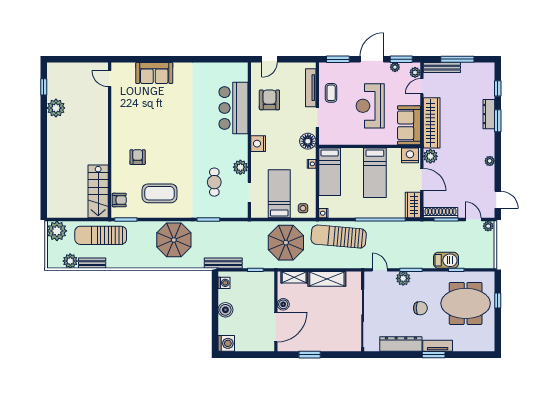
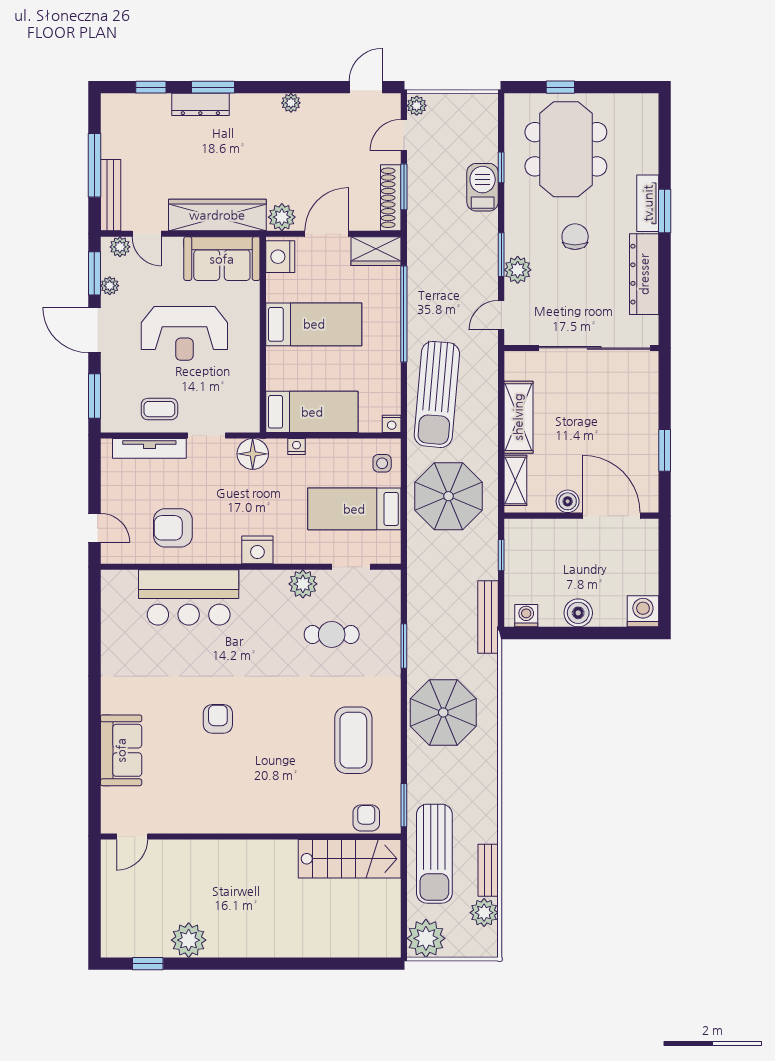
armchair: (138, 157) -> (218, 719), moved, turned 90

